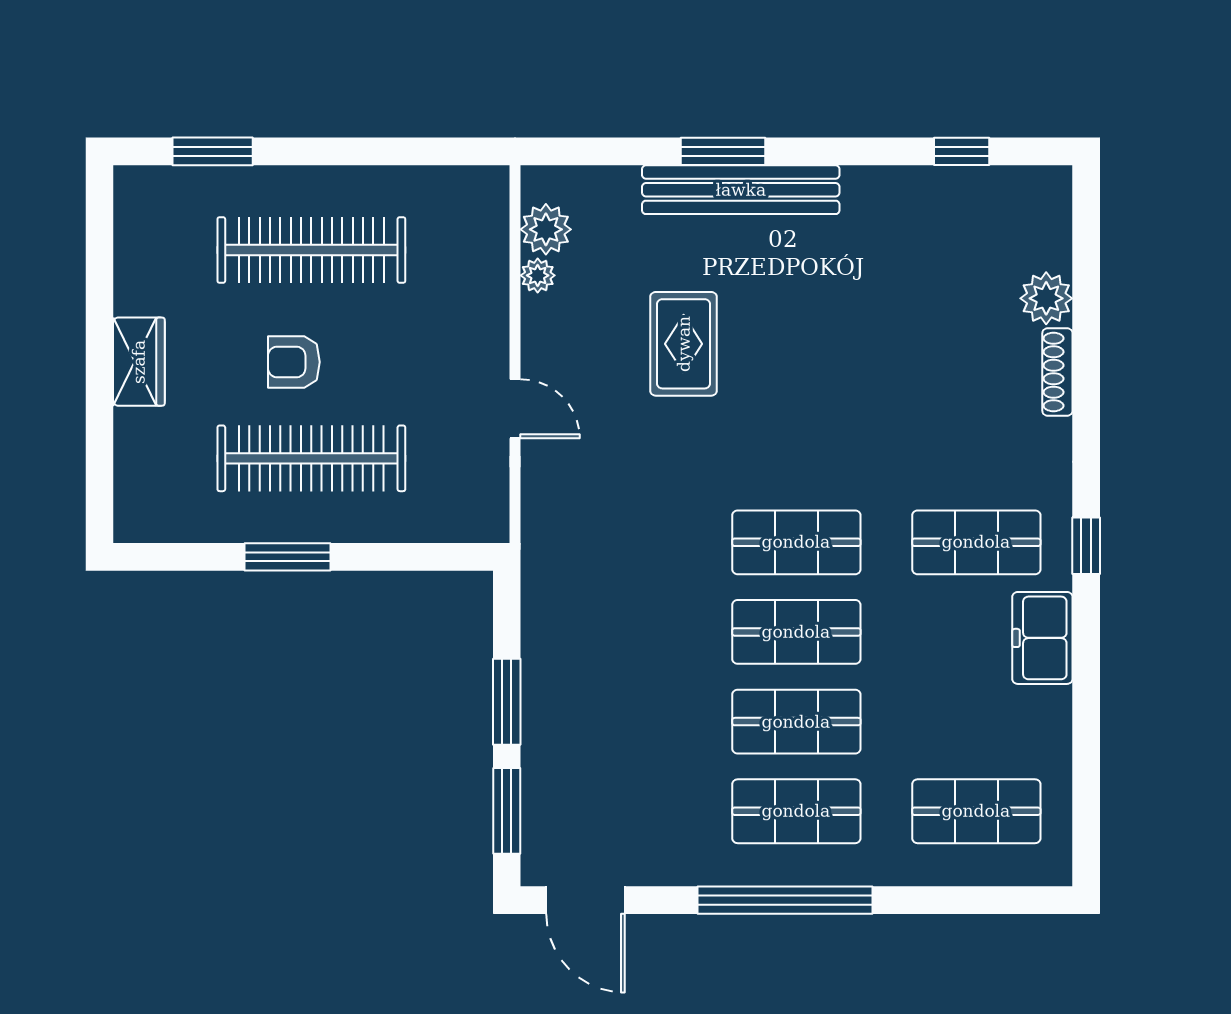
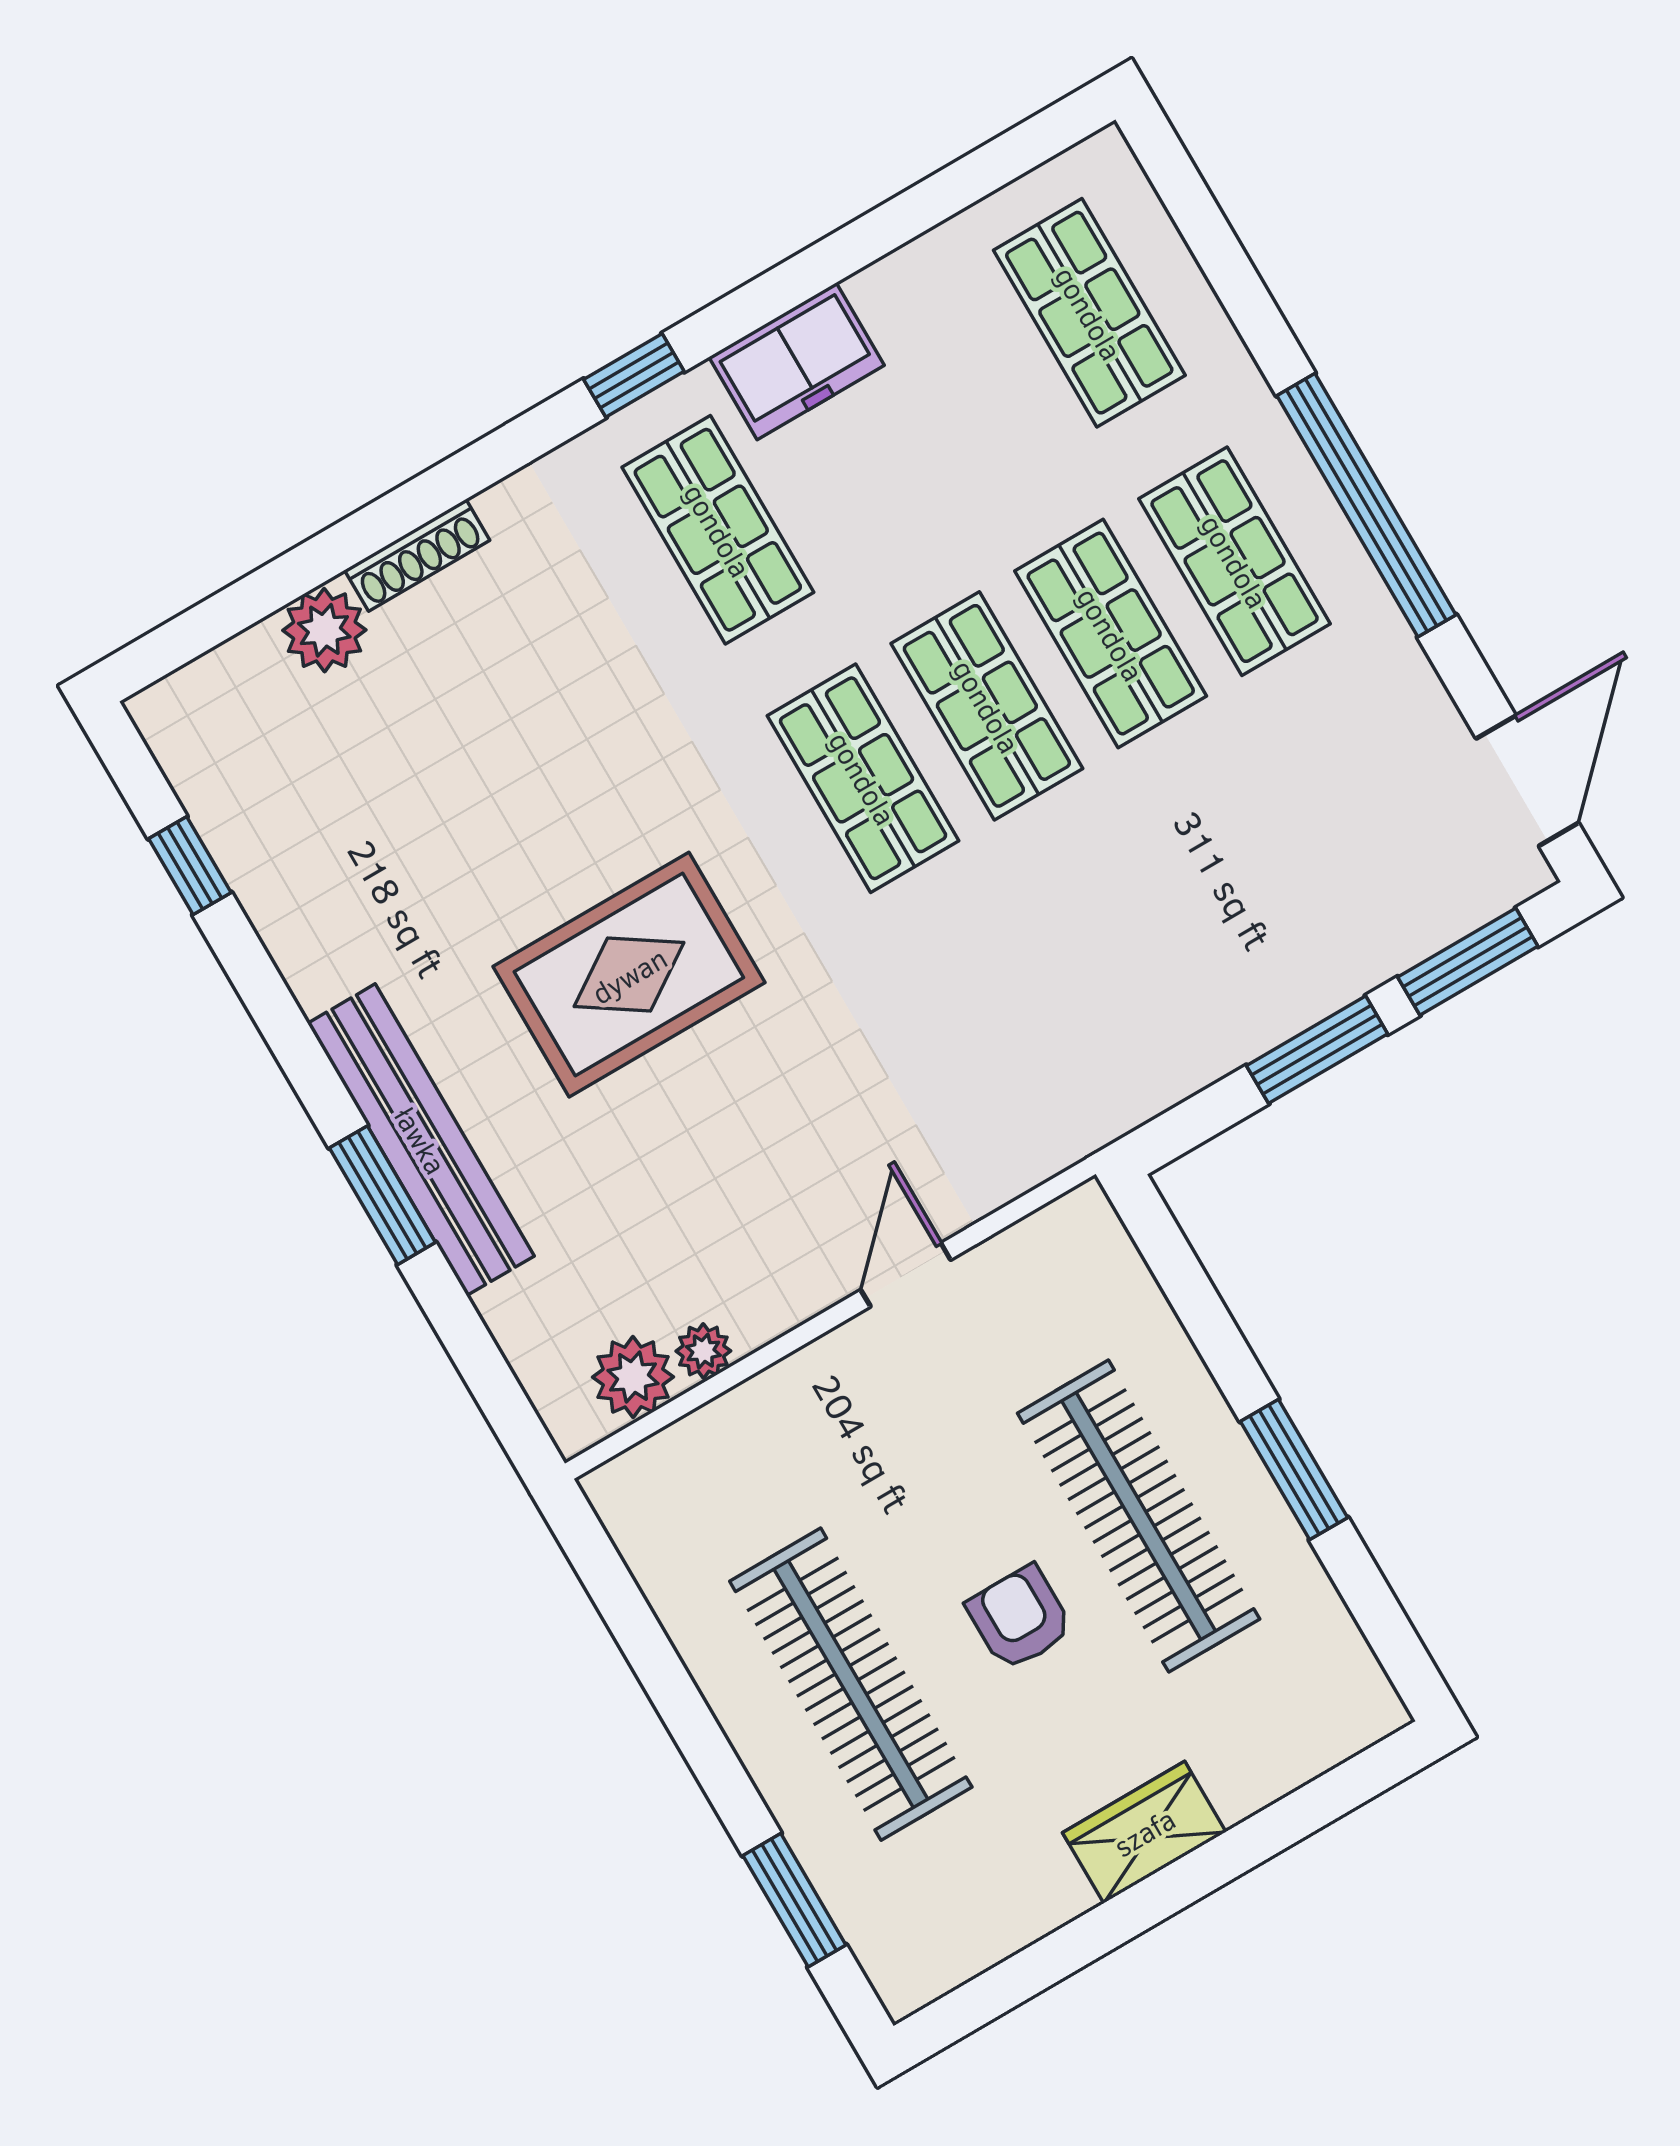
rug: (684, 344) -> (629, 975), moved, width x1.36, depth x1.43
armchair: (294, 362) -> (1020, 1618), turned 180

